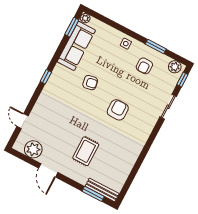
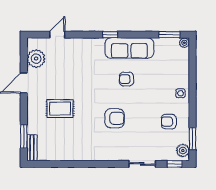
sofa: (76, 46) -> (129, 48), moved
window: (156, 46) -> (192, 139), moved
armchair: (90, 83) -> (126, 79), turned 99
bench: (102, 190) -> (32, 148), width x0.73

